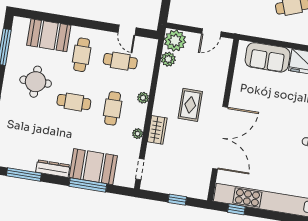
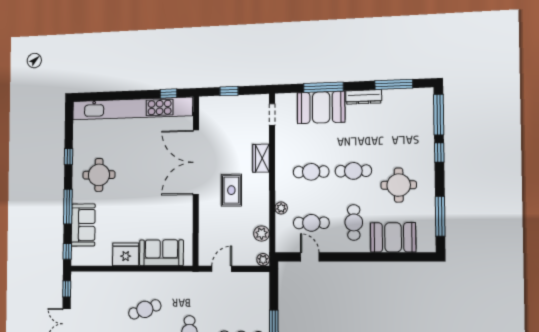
plant: (175, 41) -> (263, 260), width x0.53, depth x0.53
plant: (143, 98) -> (281, 208), moved
cafe table: (113, 108) -> (311, 172), turned 90
plant: (138, 134) -> (281, 150), removed

